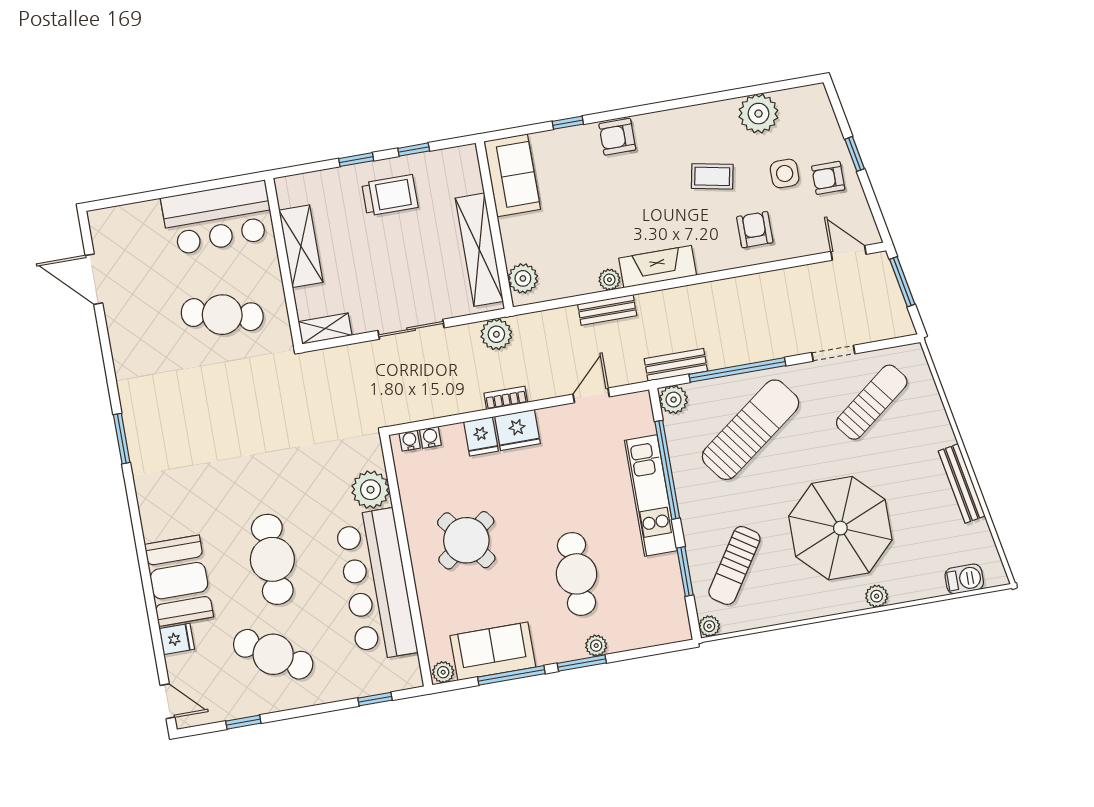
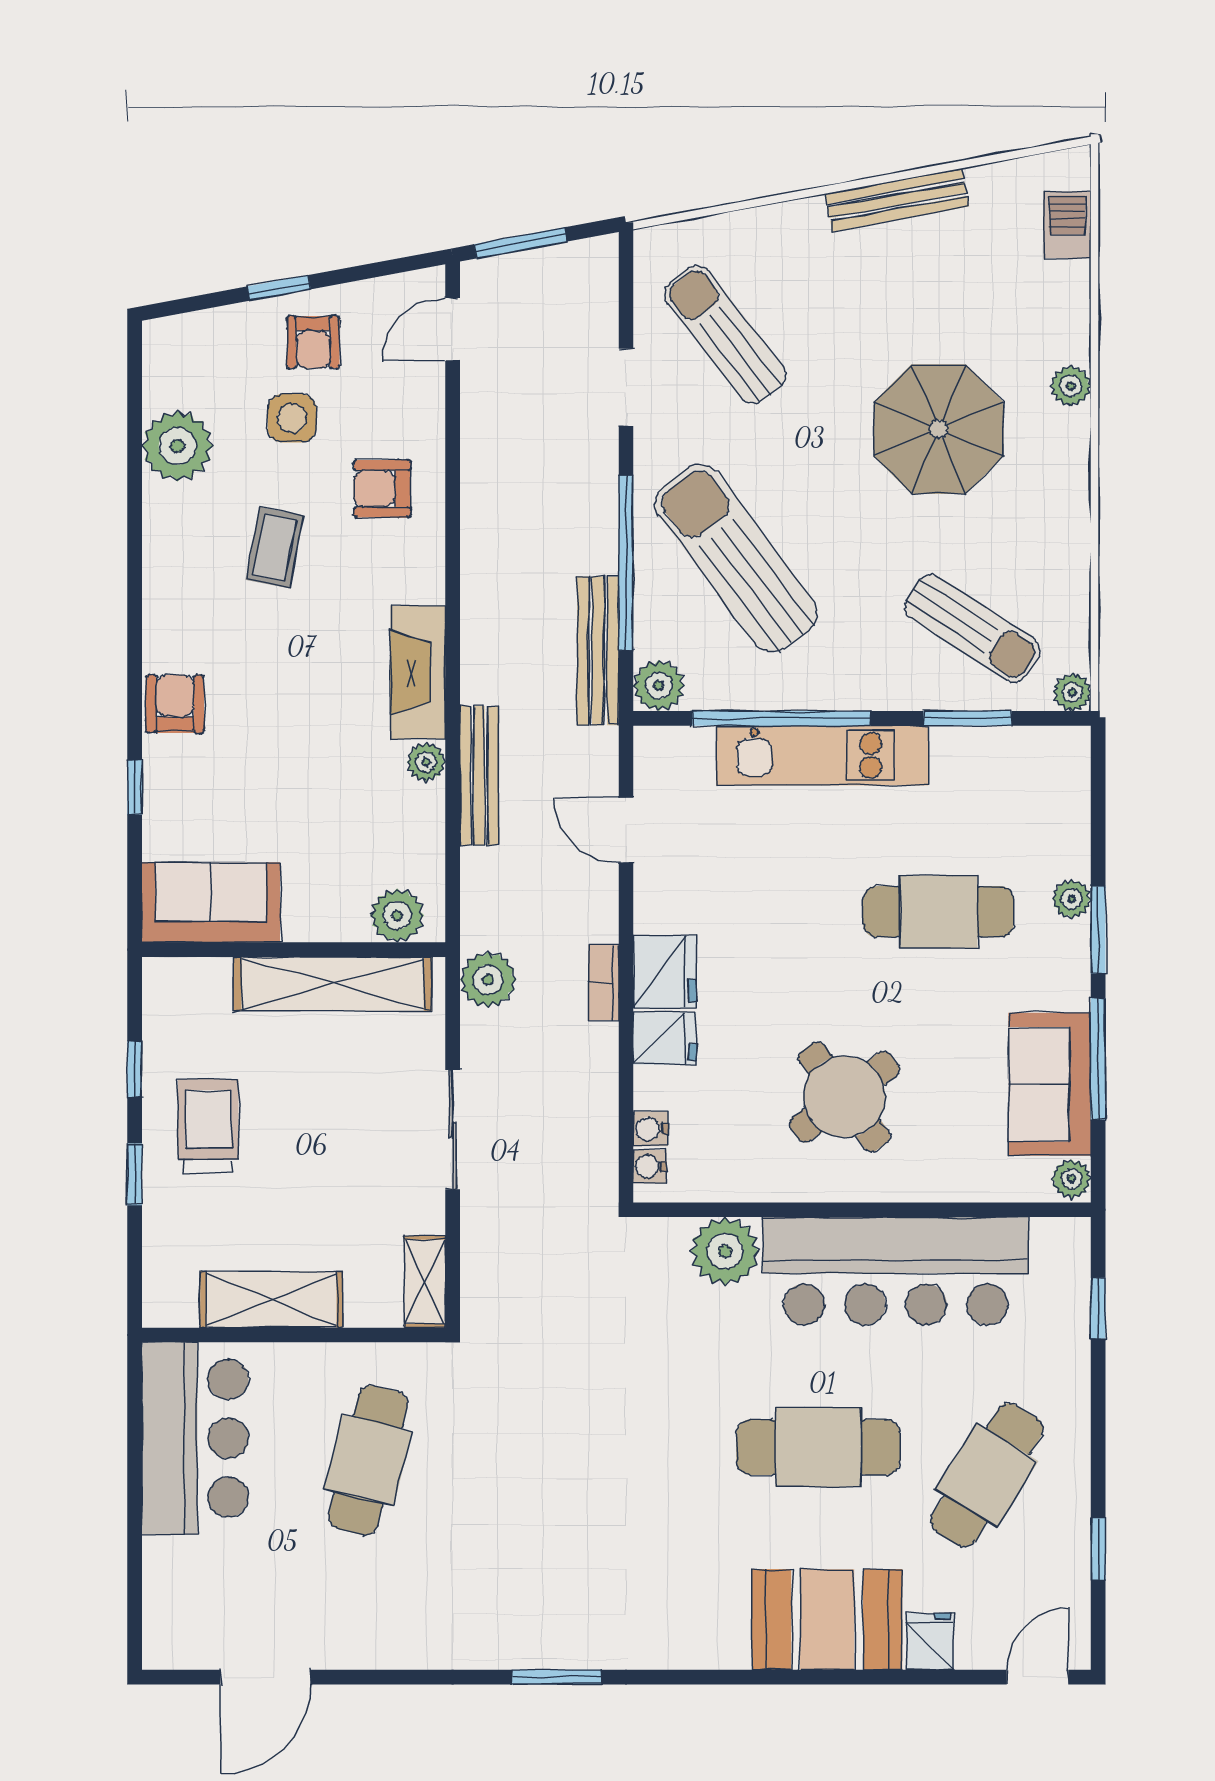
armchair: (617, 137) -> (175, 704), turned 180
bench: (607, 310) -> (479, 776), width x1.36
bench: (676, 365) -> (598, 651), width x1.36
parasol: (840, 528) -> (939, 429), width x0.73, depth x0.73

